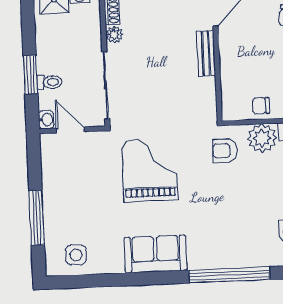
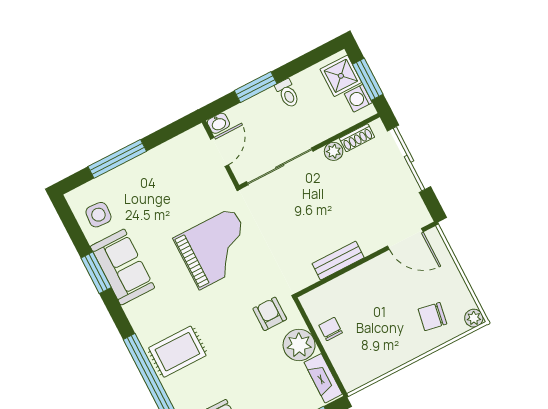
bench: (206, 54) -> (338, 261), moved
toilet: (49, 82) -> (287, 93), moved
rug: (221, 242) -> (177, 352), added
sofa: (155, 254) -> (123, 267), moved
window: (123, 279) -> (96, 273), added

